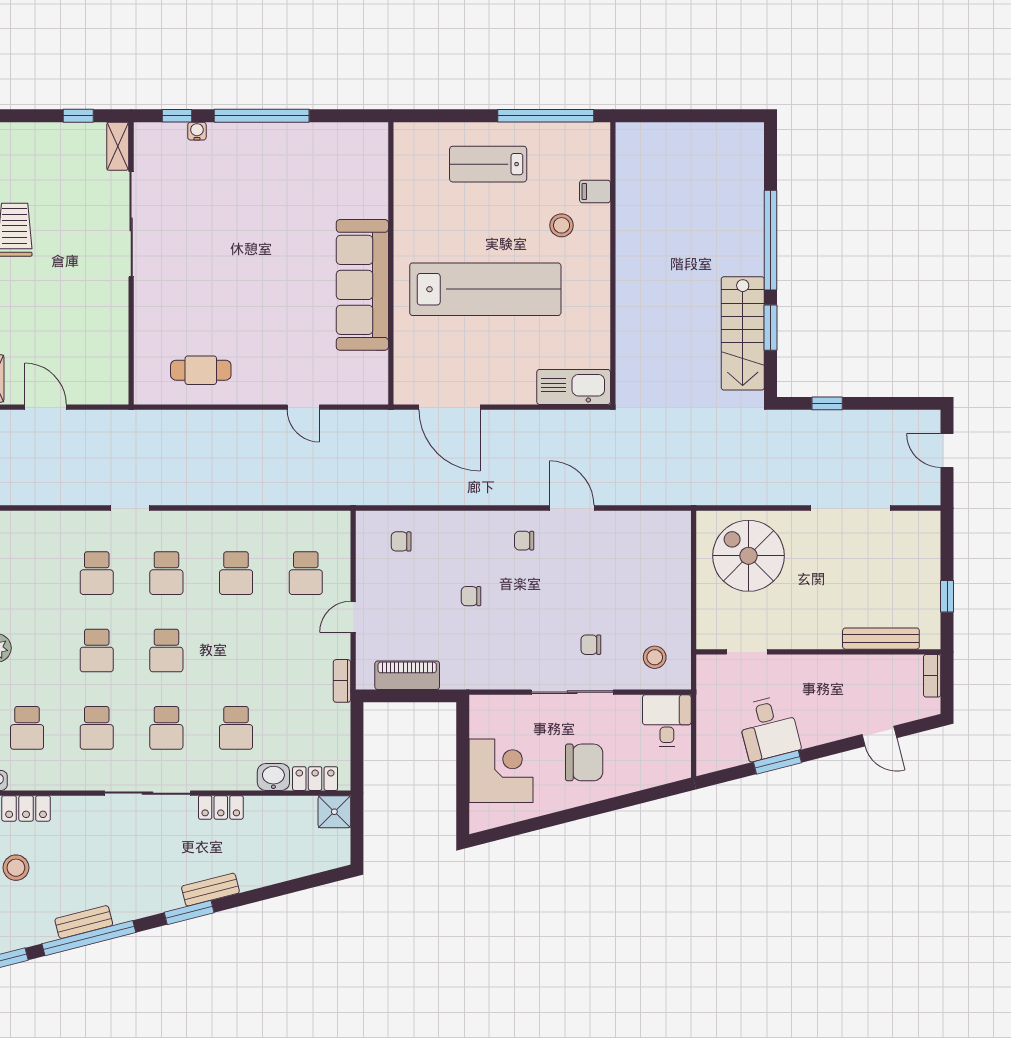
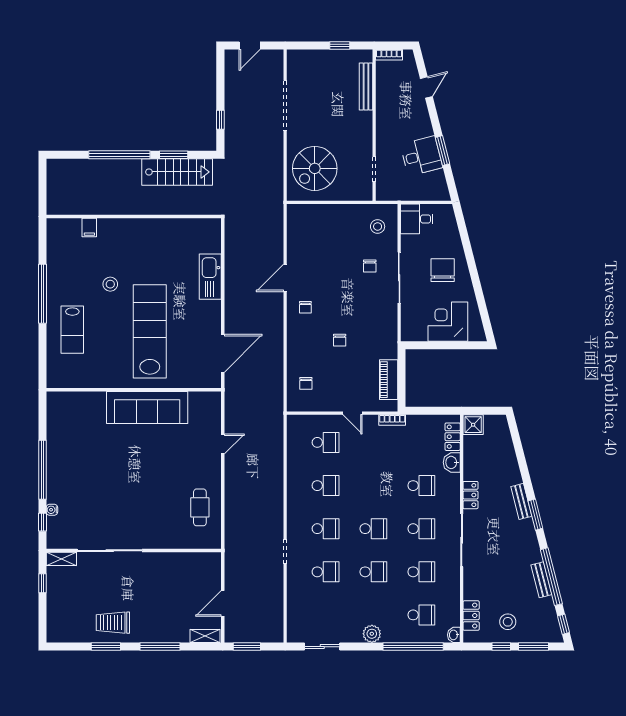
filing cabinet: (595, 192) -> (89, 228), moved
wall: (613, 263) -> (134, 216), moved

